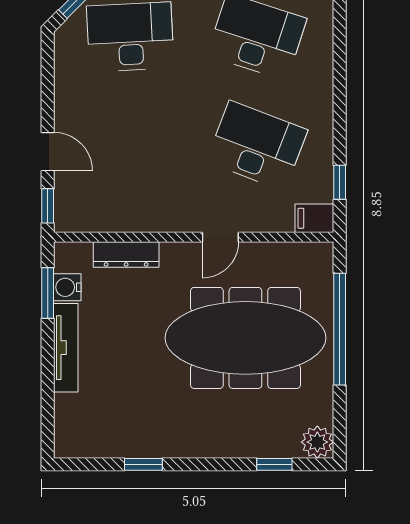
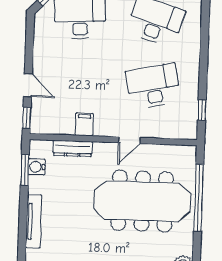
desk: (257, 146) -> (153, 86), turned -33
filing cabinet: (314, 218) -> (84, 124), moved, turned 90
tv unit: (66, 348) -> (34, 221), moved

